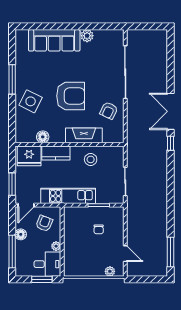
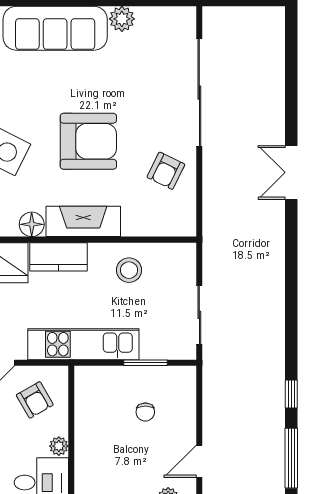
double door: (170, 111) -> (291, 172), width x0.73
fireplace: (84, 135) -> (83, 221), moved
window: (170, 143) -> (291, 394), moved
armchair: (44, 223) -> (35, 400), turned 128
door: (125, 254) -> (199, 461), swing flipped

